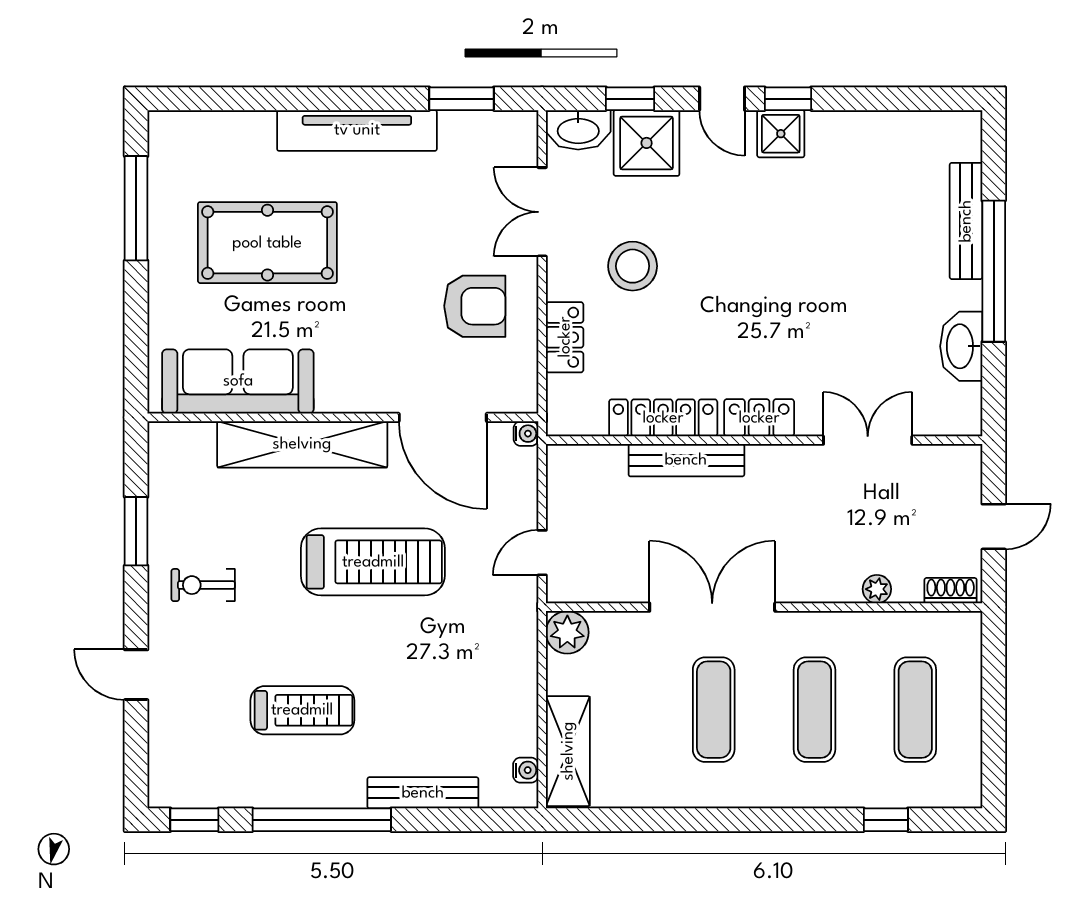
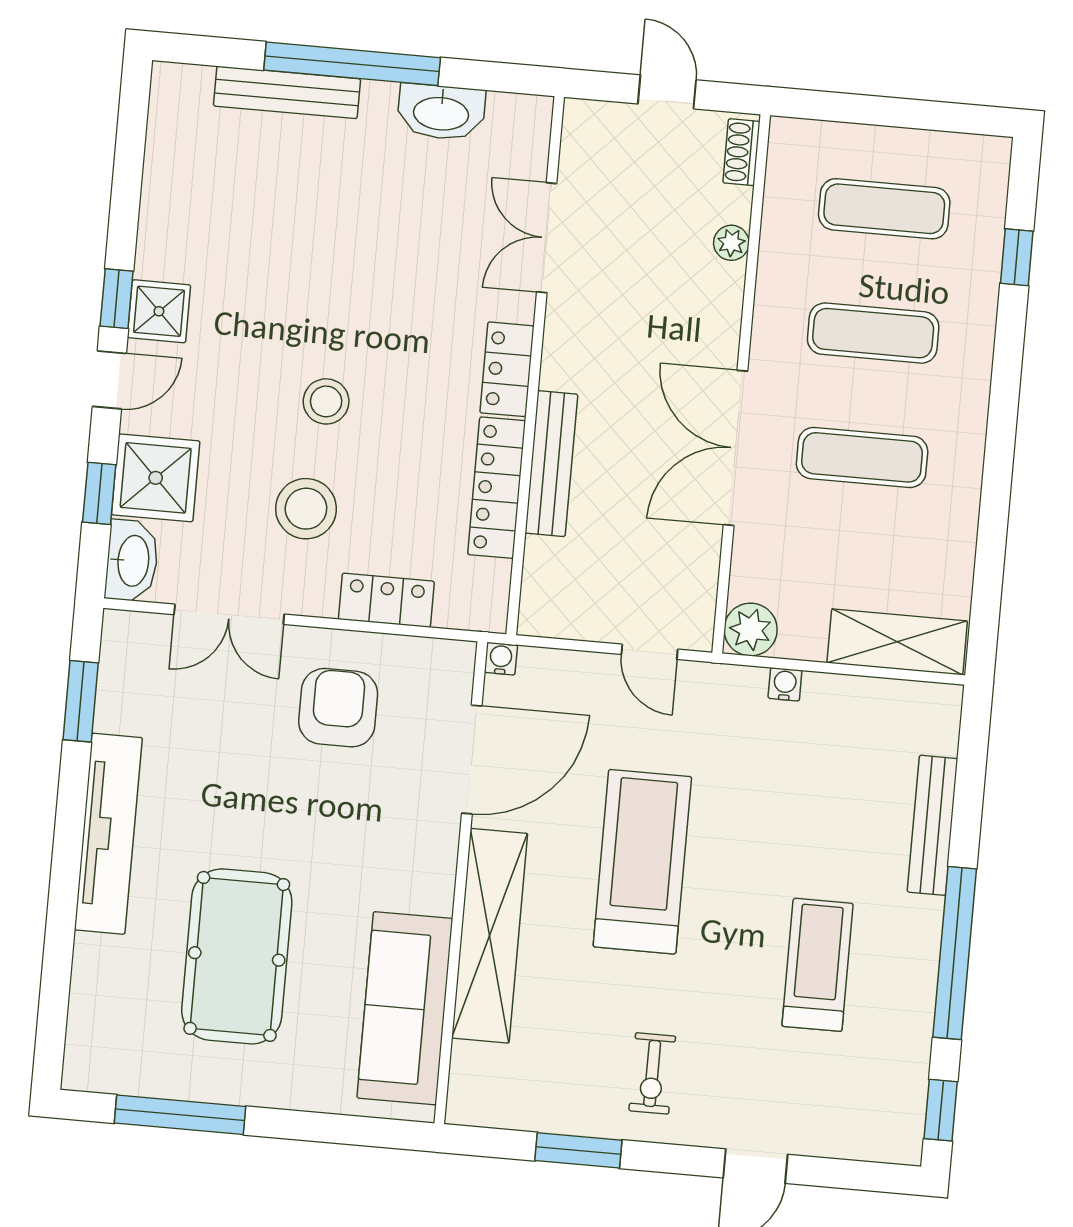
stool: (720, 275) -> (326, 401), added
water cooler: (526, 770) -> (785, 684), moved

